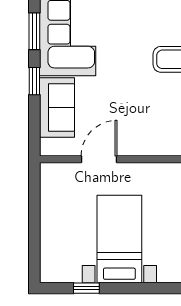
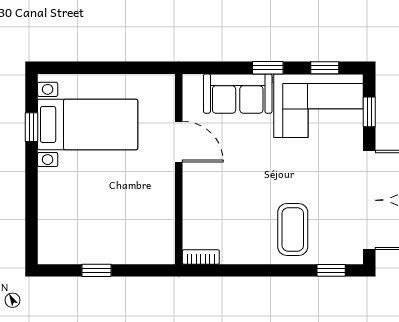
window: (34, 31) -> (325, 68), width x0.67
bed with nightstands: (119, 239) -> (88, 124), moved

